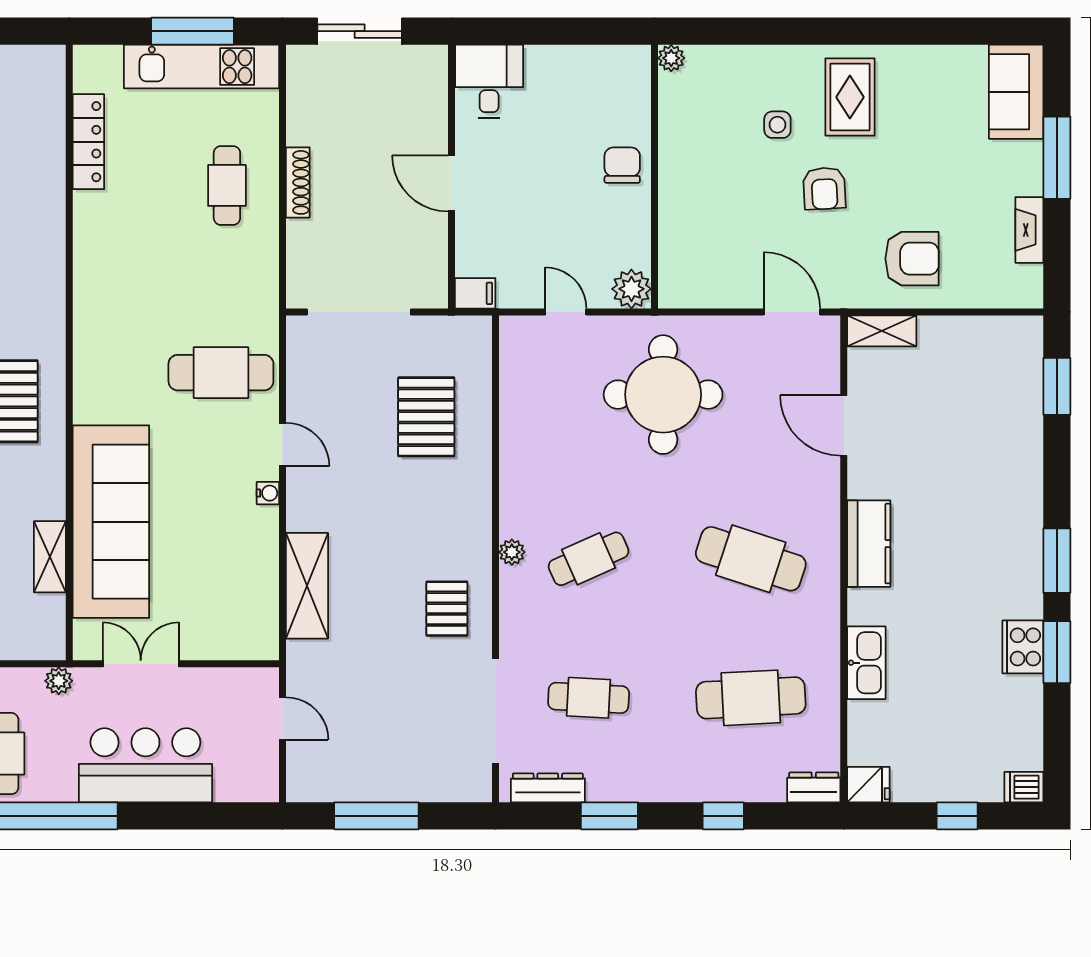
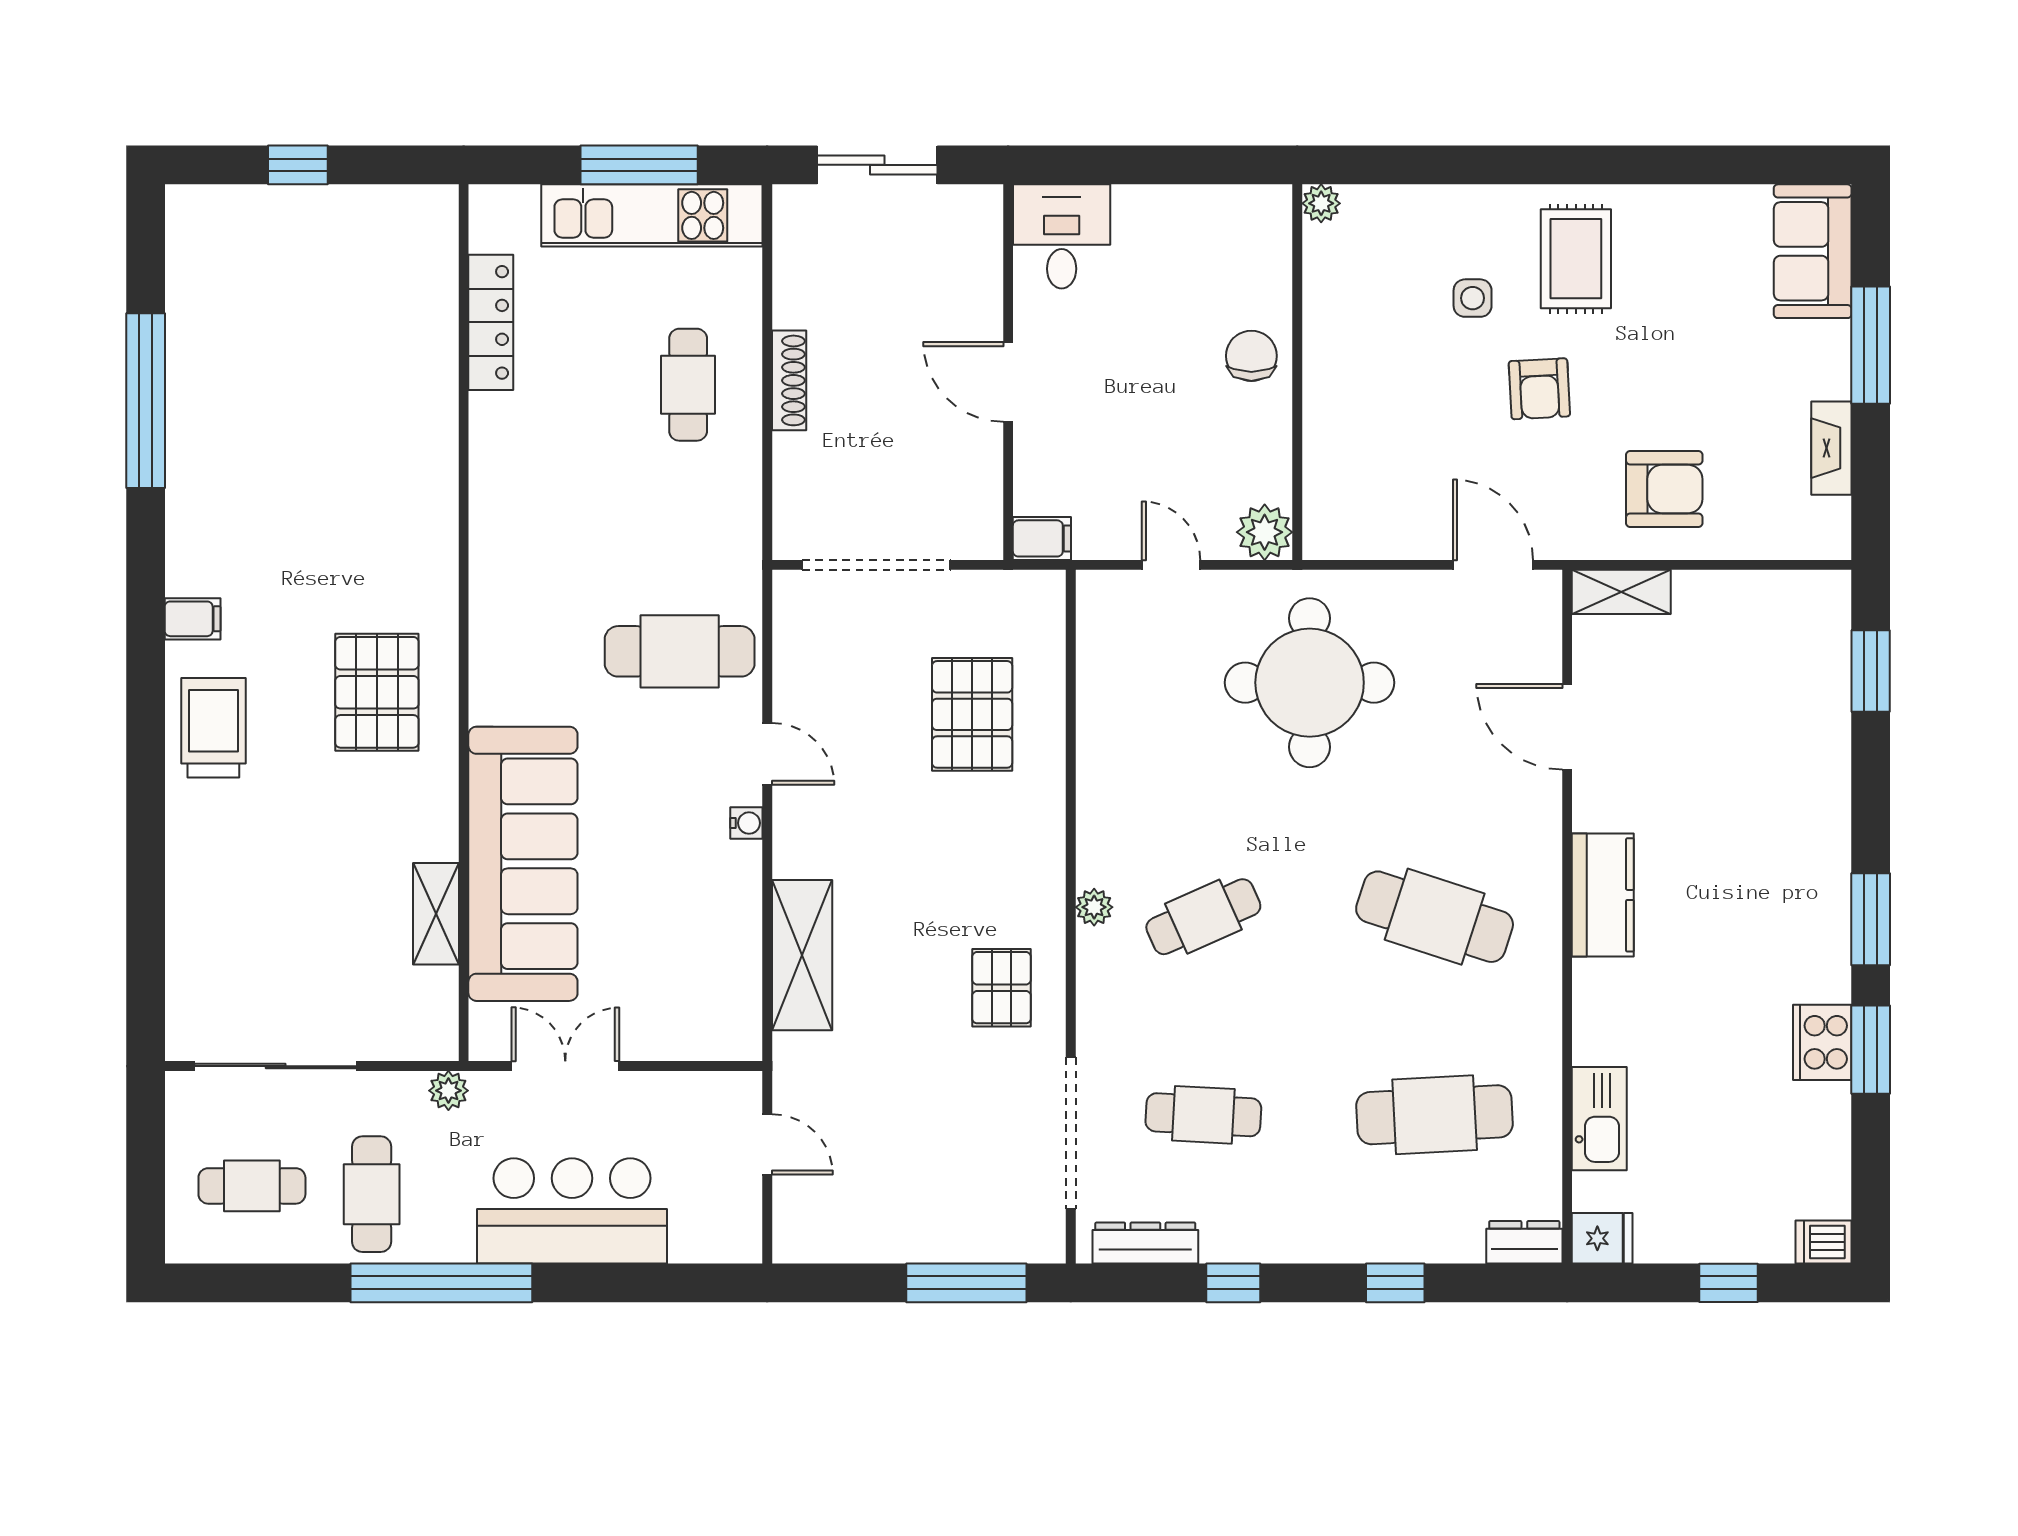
kitchen sink: (866, 663) -> (1599, 1119), moved
window: (376, 816) -> (966, 1283), moved
window: (609, 816) -> (1233, 1283), width x0.67

